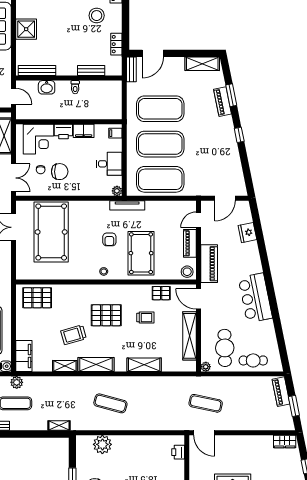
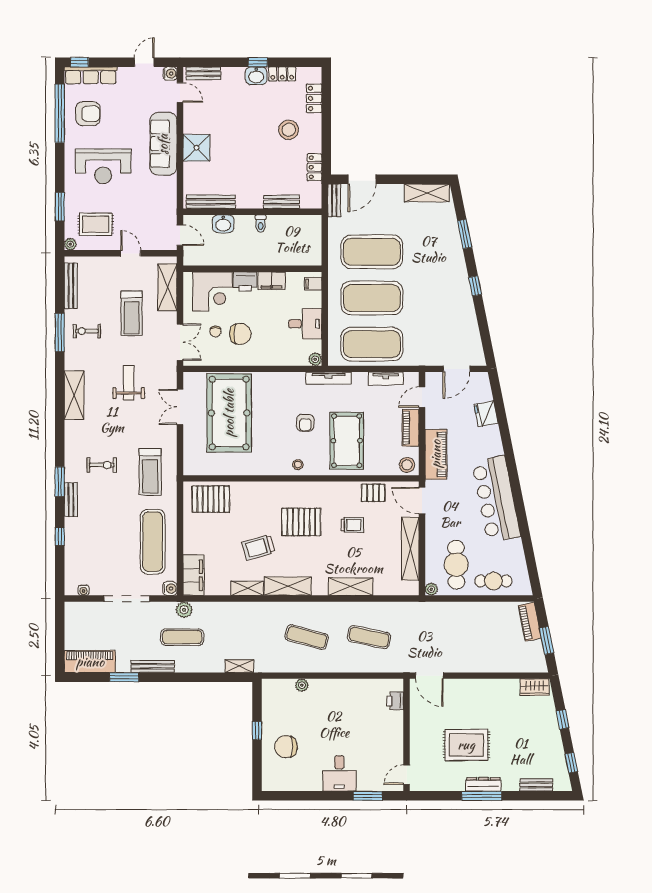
piano: (223, 102) -> (453, 242), removed
tv unit: (171, 206) -> (386, 379), added
bar counter: (255, 298) -> (496, 499), width x1.36
exercise mat: (206, 403) -> (369, 637), moved
plant: (102, 444) -> (302, 685), width x0.53, depth x0.53

